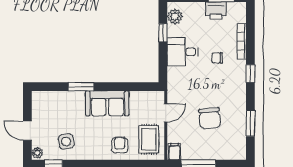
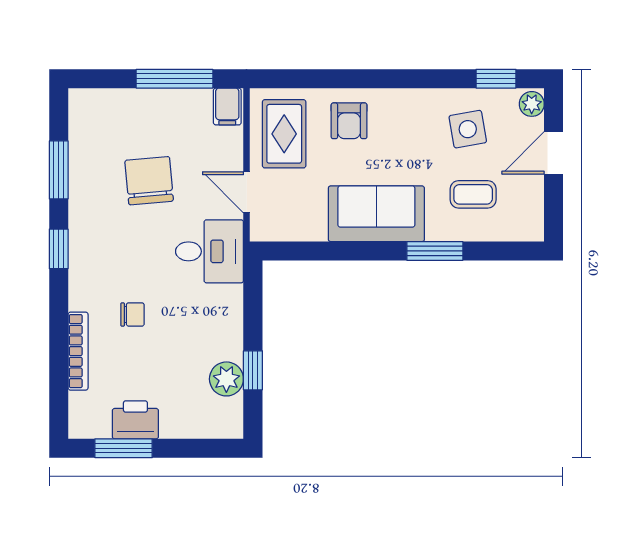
plant: (175, 16) -> (226, 379), moved
desk: (182, 52) -> (210, 251), moved
window: (250, 74) -> (59, 249), moved
coffee table: (64, 112) -> (473, 194), added
door: (166, 113) -> (247, 192), hinge flipped
door: (27, 131) -> (554, 153), swing flipped

